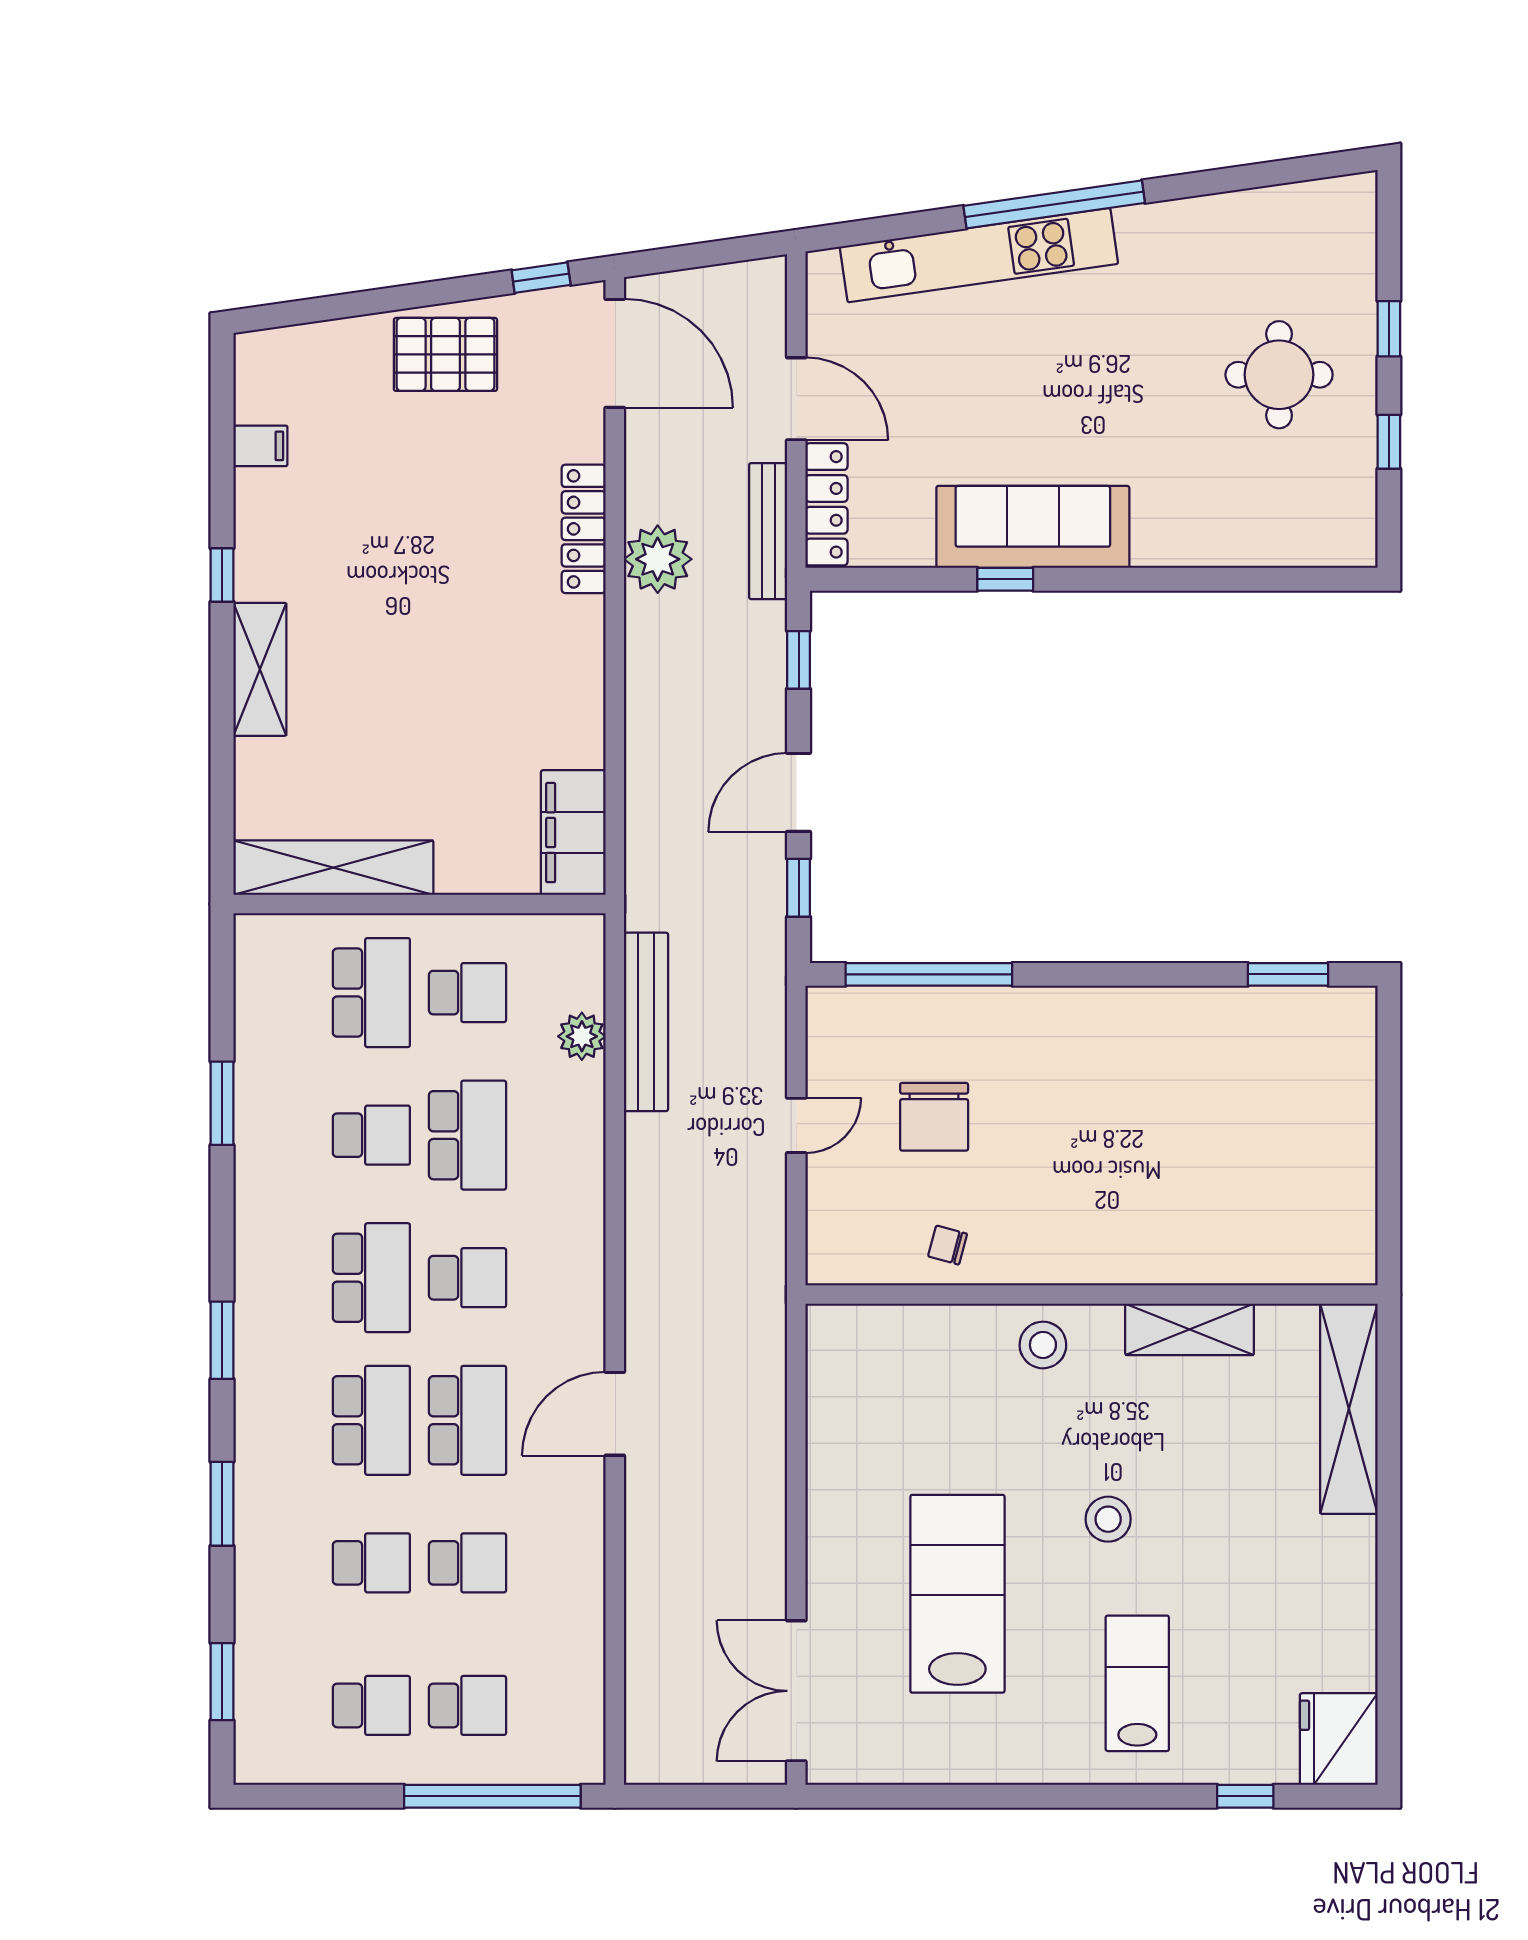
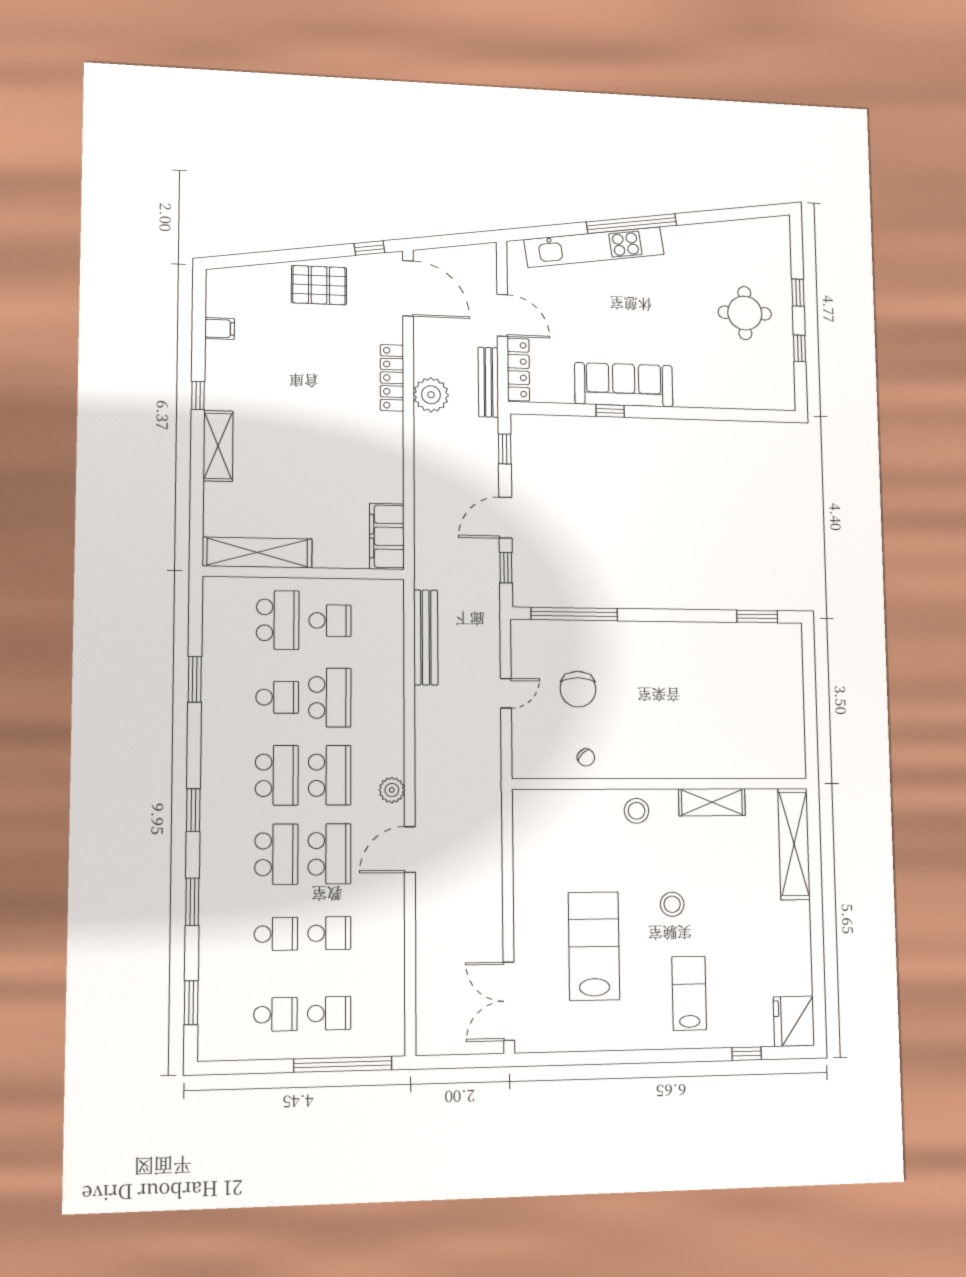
plant: (582, 1036) -> (392, 790), moved
chair: (948, 1245) -> (586, 757), turned -149
school desk: (468, 1278) -> (330, 775), width x1.85

